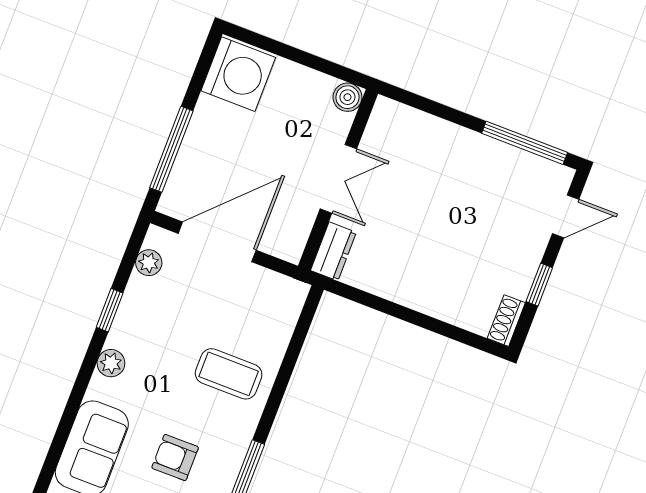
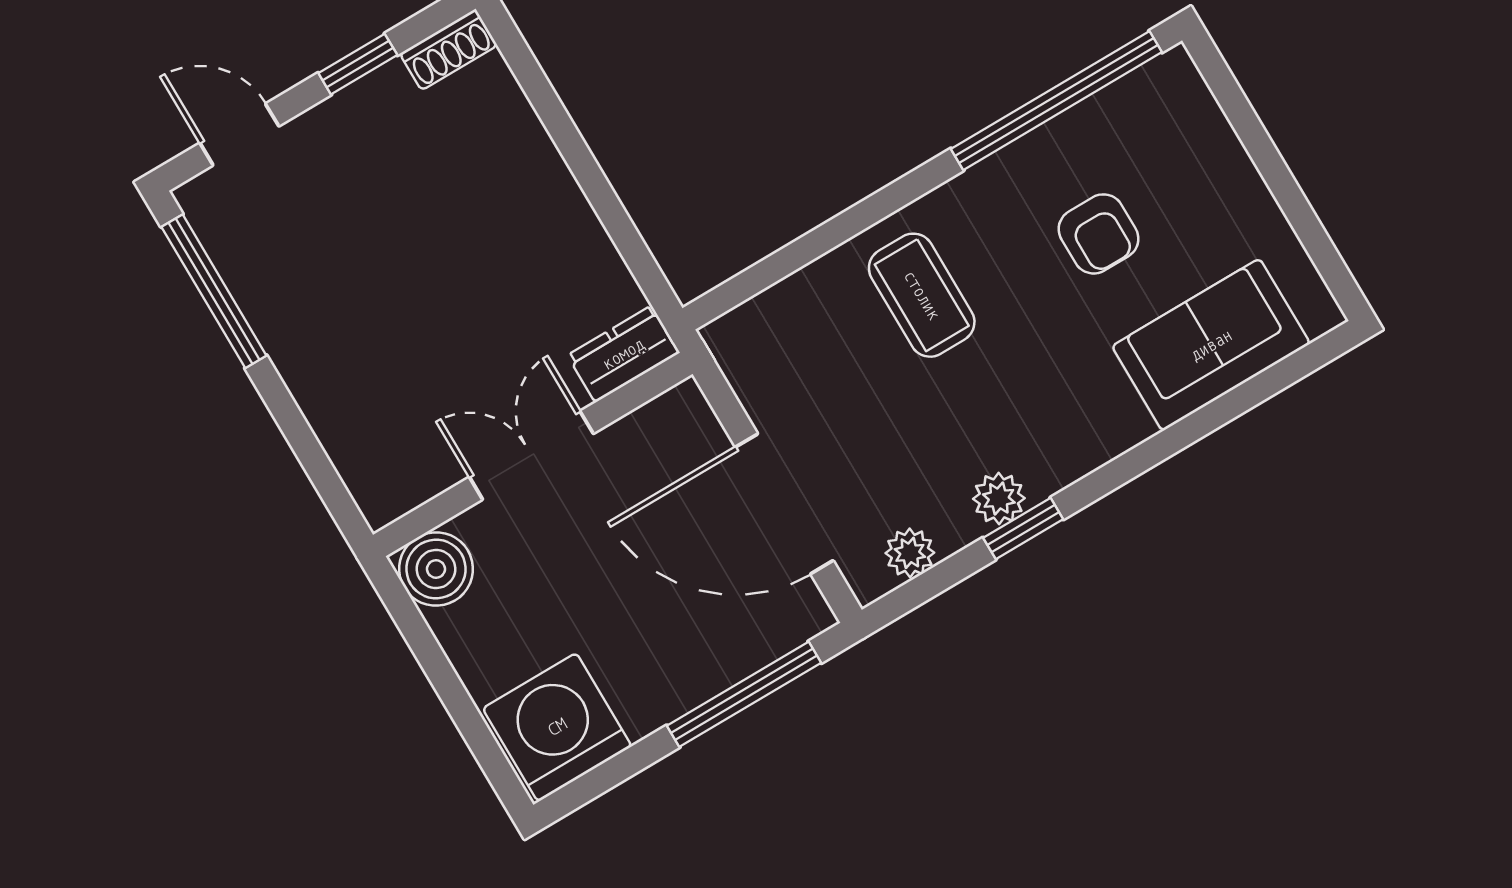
boiler: (347, 97) -> (436, 569), width x1.36, depth x1.36
plant: (111, 363) -> (999, 498), moved

